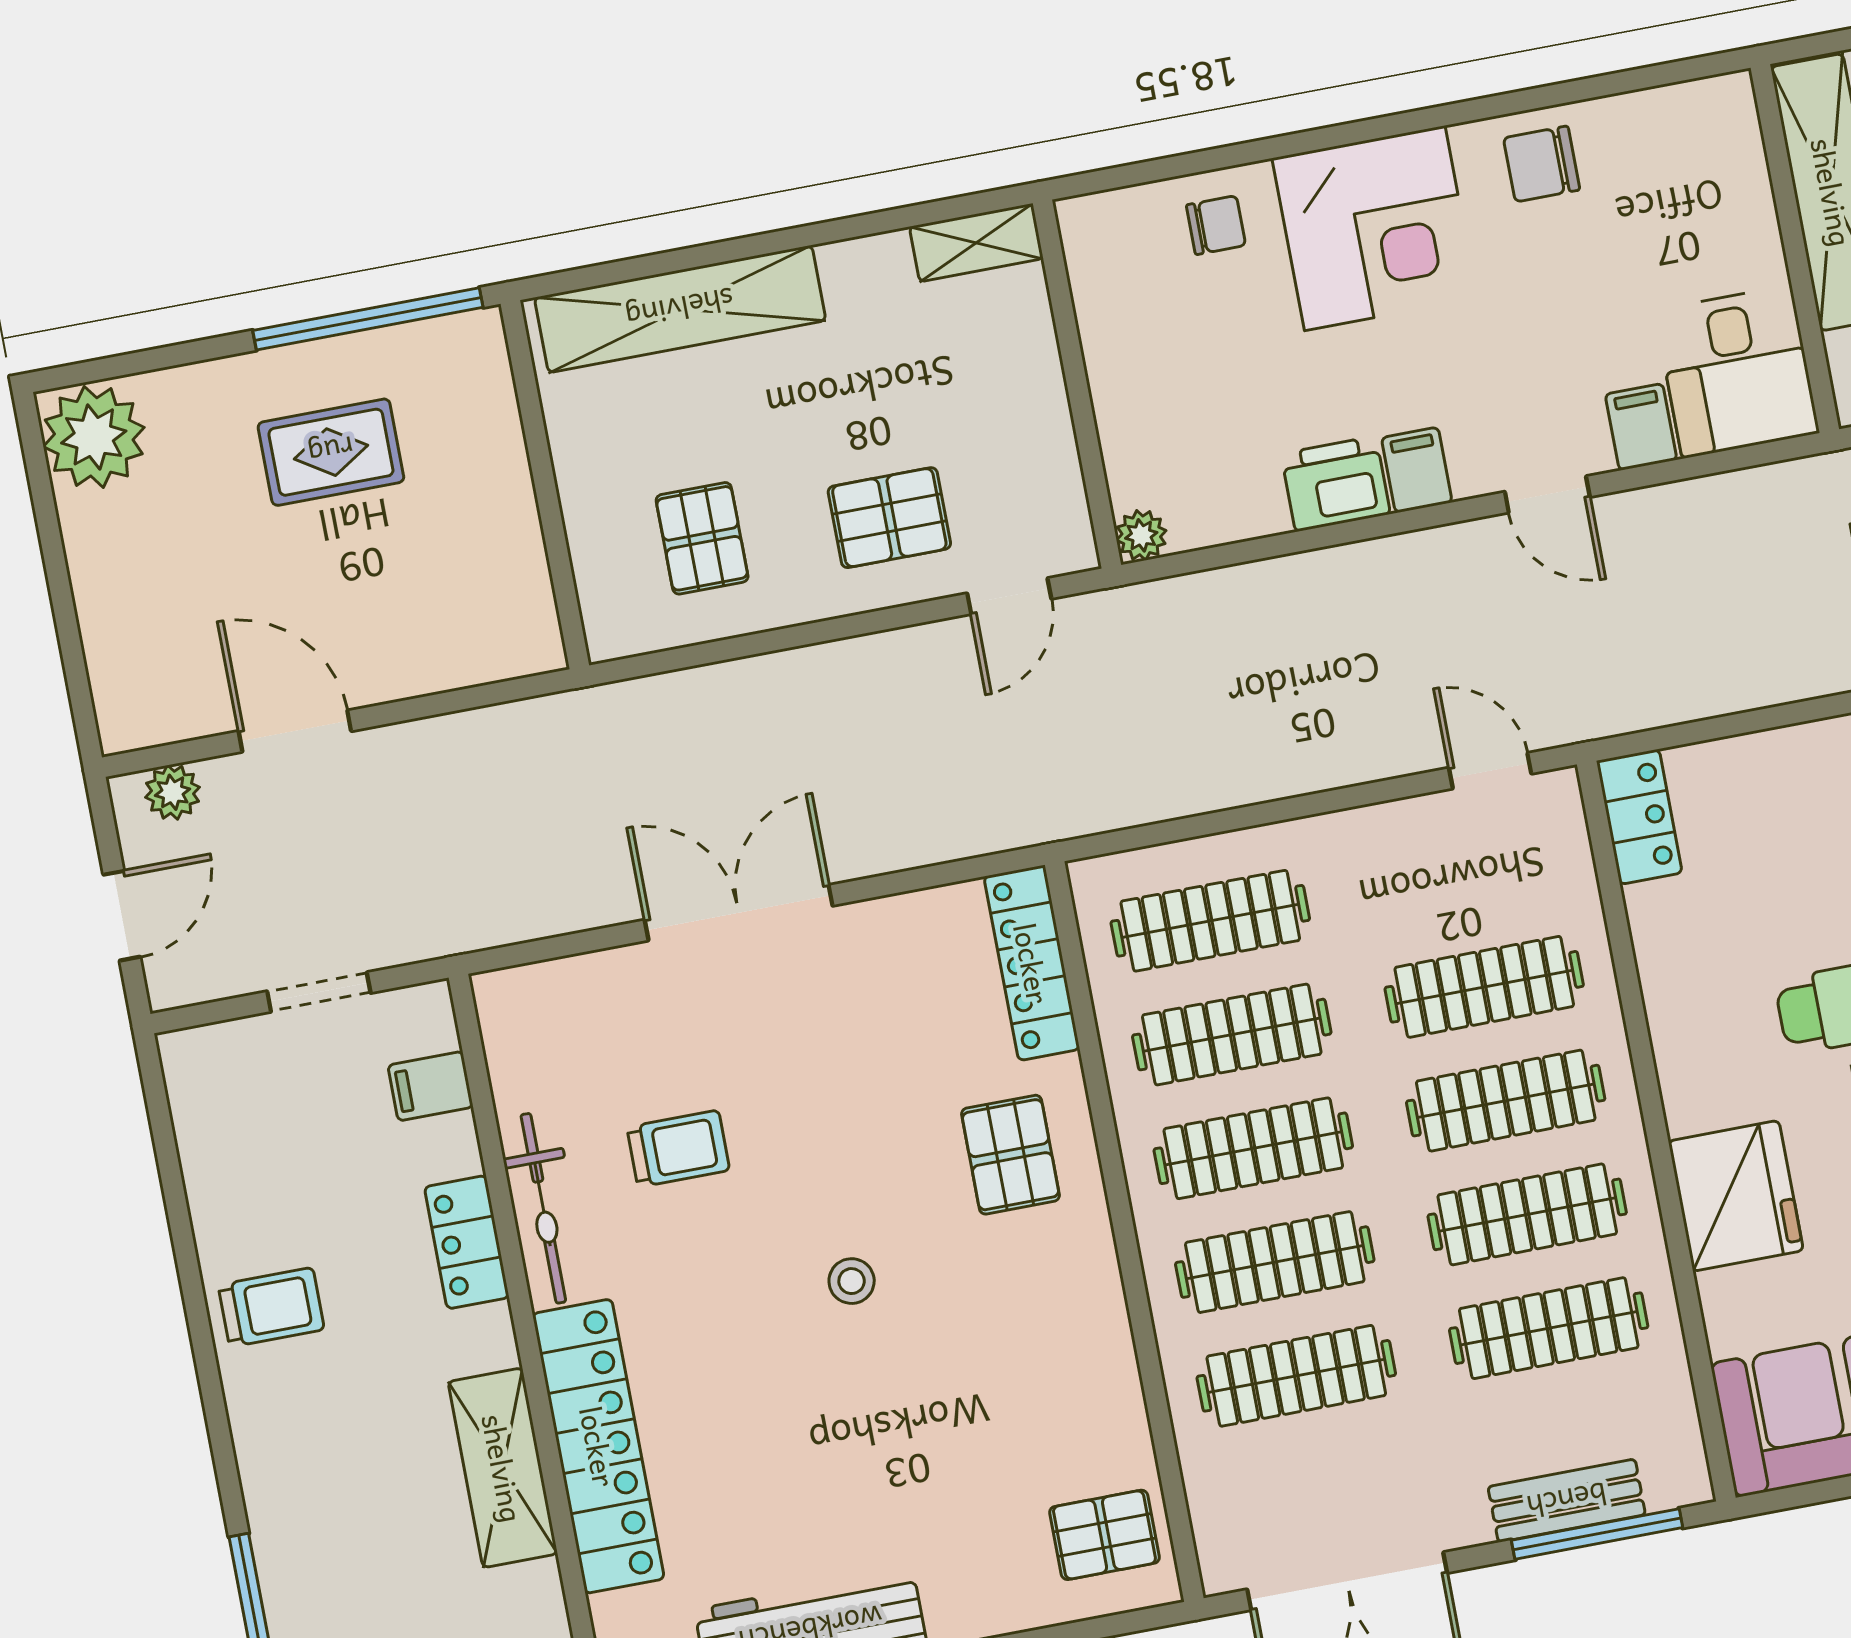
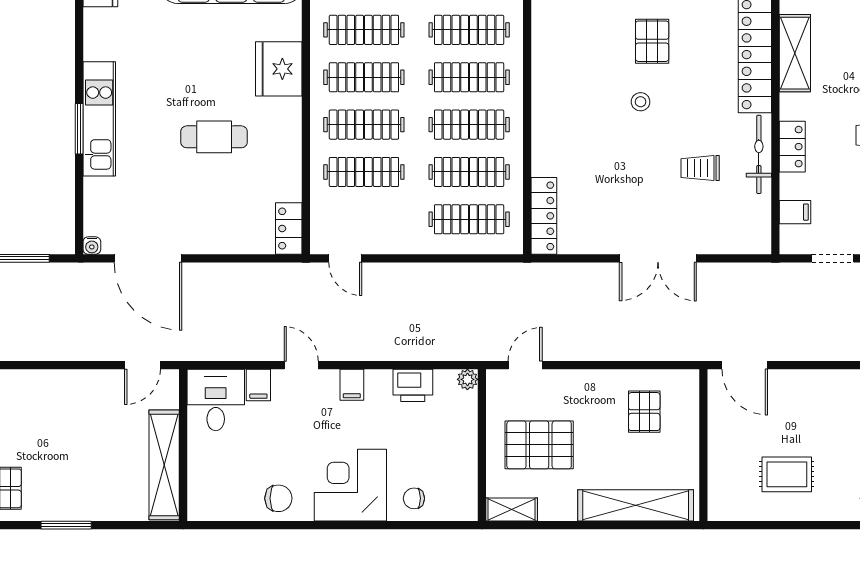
window: (368, 319) -> (762, 525), removed
printer: (1336, 484) -> (413, 385), moved
pallet: (889, 518) -> (539, 445), moved, width x1.50, depth x1.42
door: (295, 731) -> (745, 365), moved
pallet: (1011, 1155) -> (652, 41), moved

